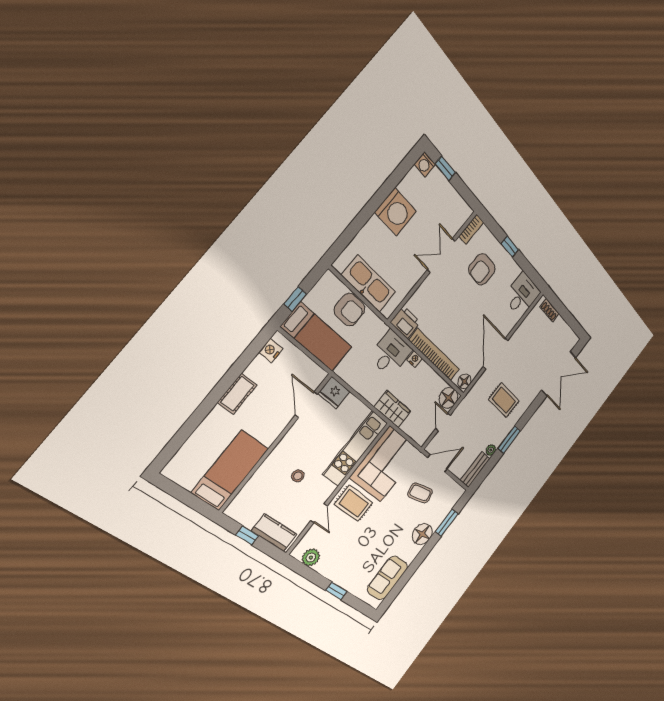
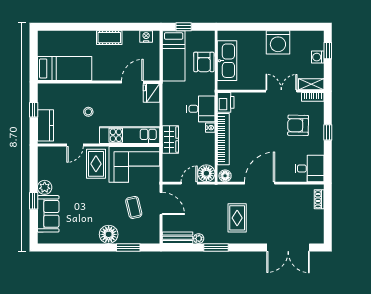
washing machine: (425, 164) -> (318, 57), moved
shelving: (460, 219) -> (311, 84), added
plant: (311, 557) -> (45, 187), moved
sofa: (387, 578) -> (48, 214), moved, turned 90

